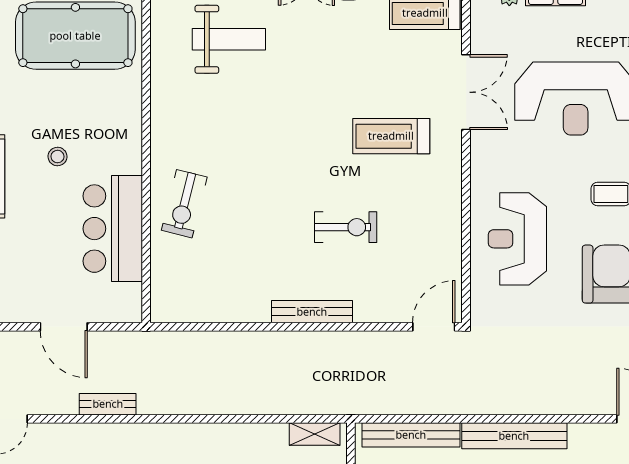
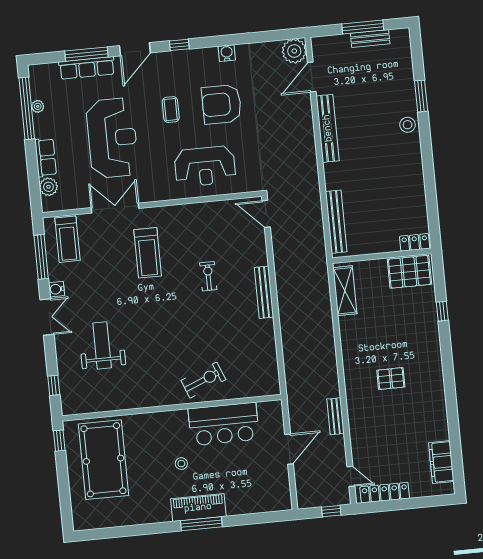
weight bench: (229, 39) -> (102, 345), moved
exercise bike: (184, 204) -> (203, 380), turned -36
exercise bike: (346, 227) -> (208, 276), width x0.73, depth x0.72
shelving: (315, 434) -> (345, 291), width x1.50, depth x1.33
bench: (514, 436) -> (328, 128), moved

